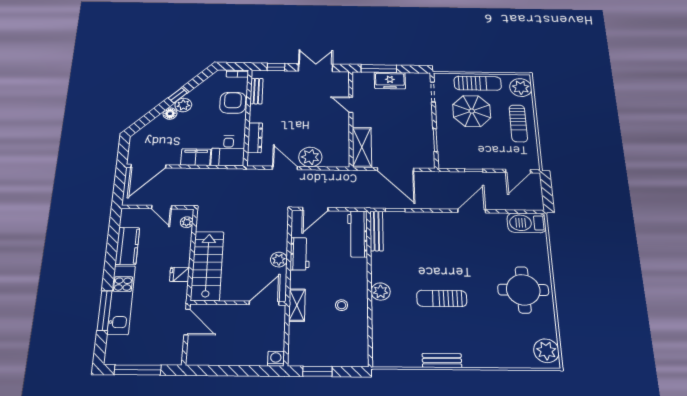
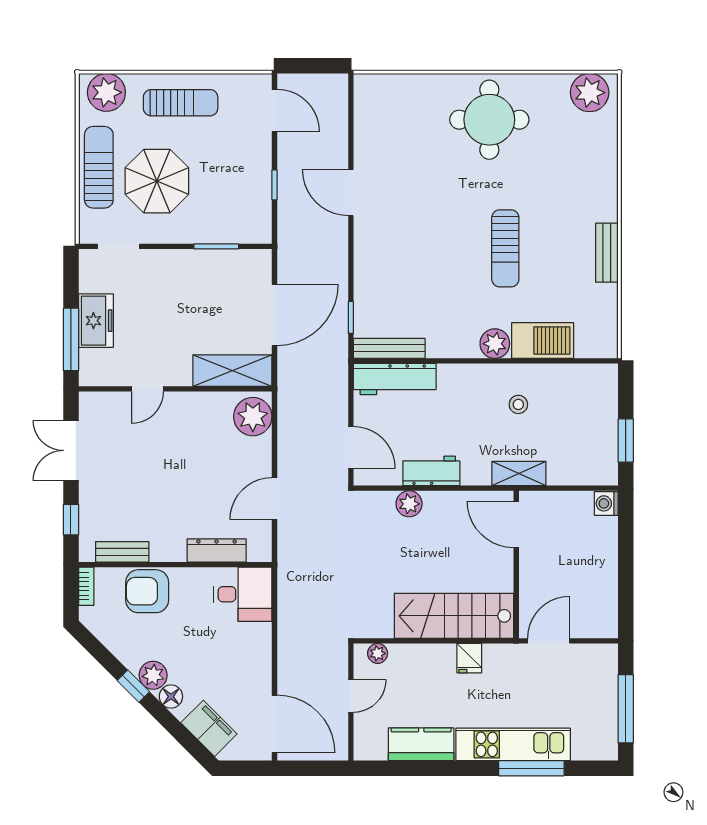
filing cabinet: (196, 157) -> (209, 728), moved, turned 135
plant: (310, 157) -> (253, 417), moved
barbecue: (527, 223) -> (543, 341), moved, turned -90
plant: (279, 260) -> (409, 504), moved

